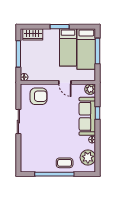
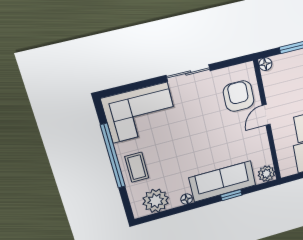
door: (65, 82) -> (266, 115), moved
armchair: (39, 96) -> (239, 96), turned 180
corner sofa: (34, 153) -> (140, 113), added

